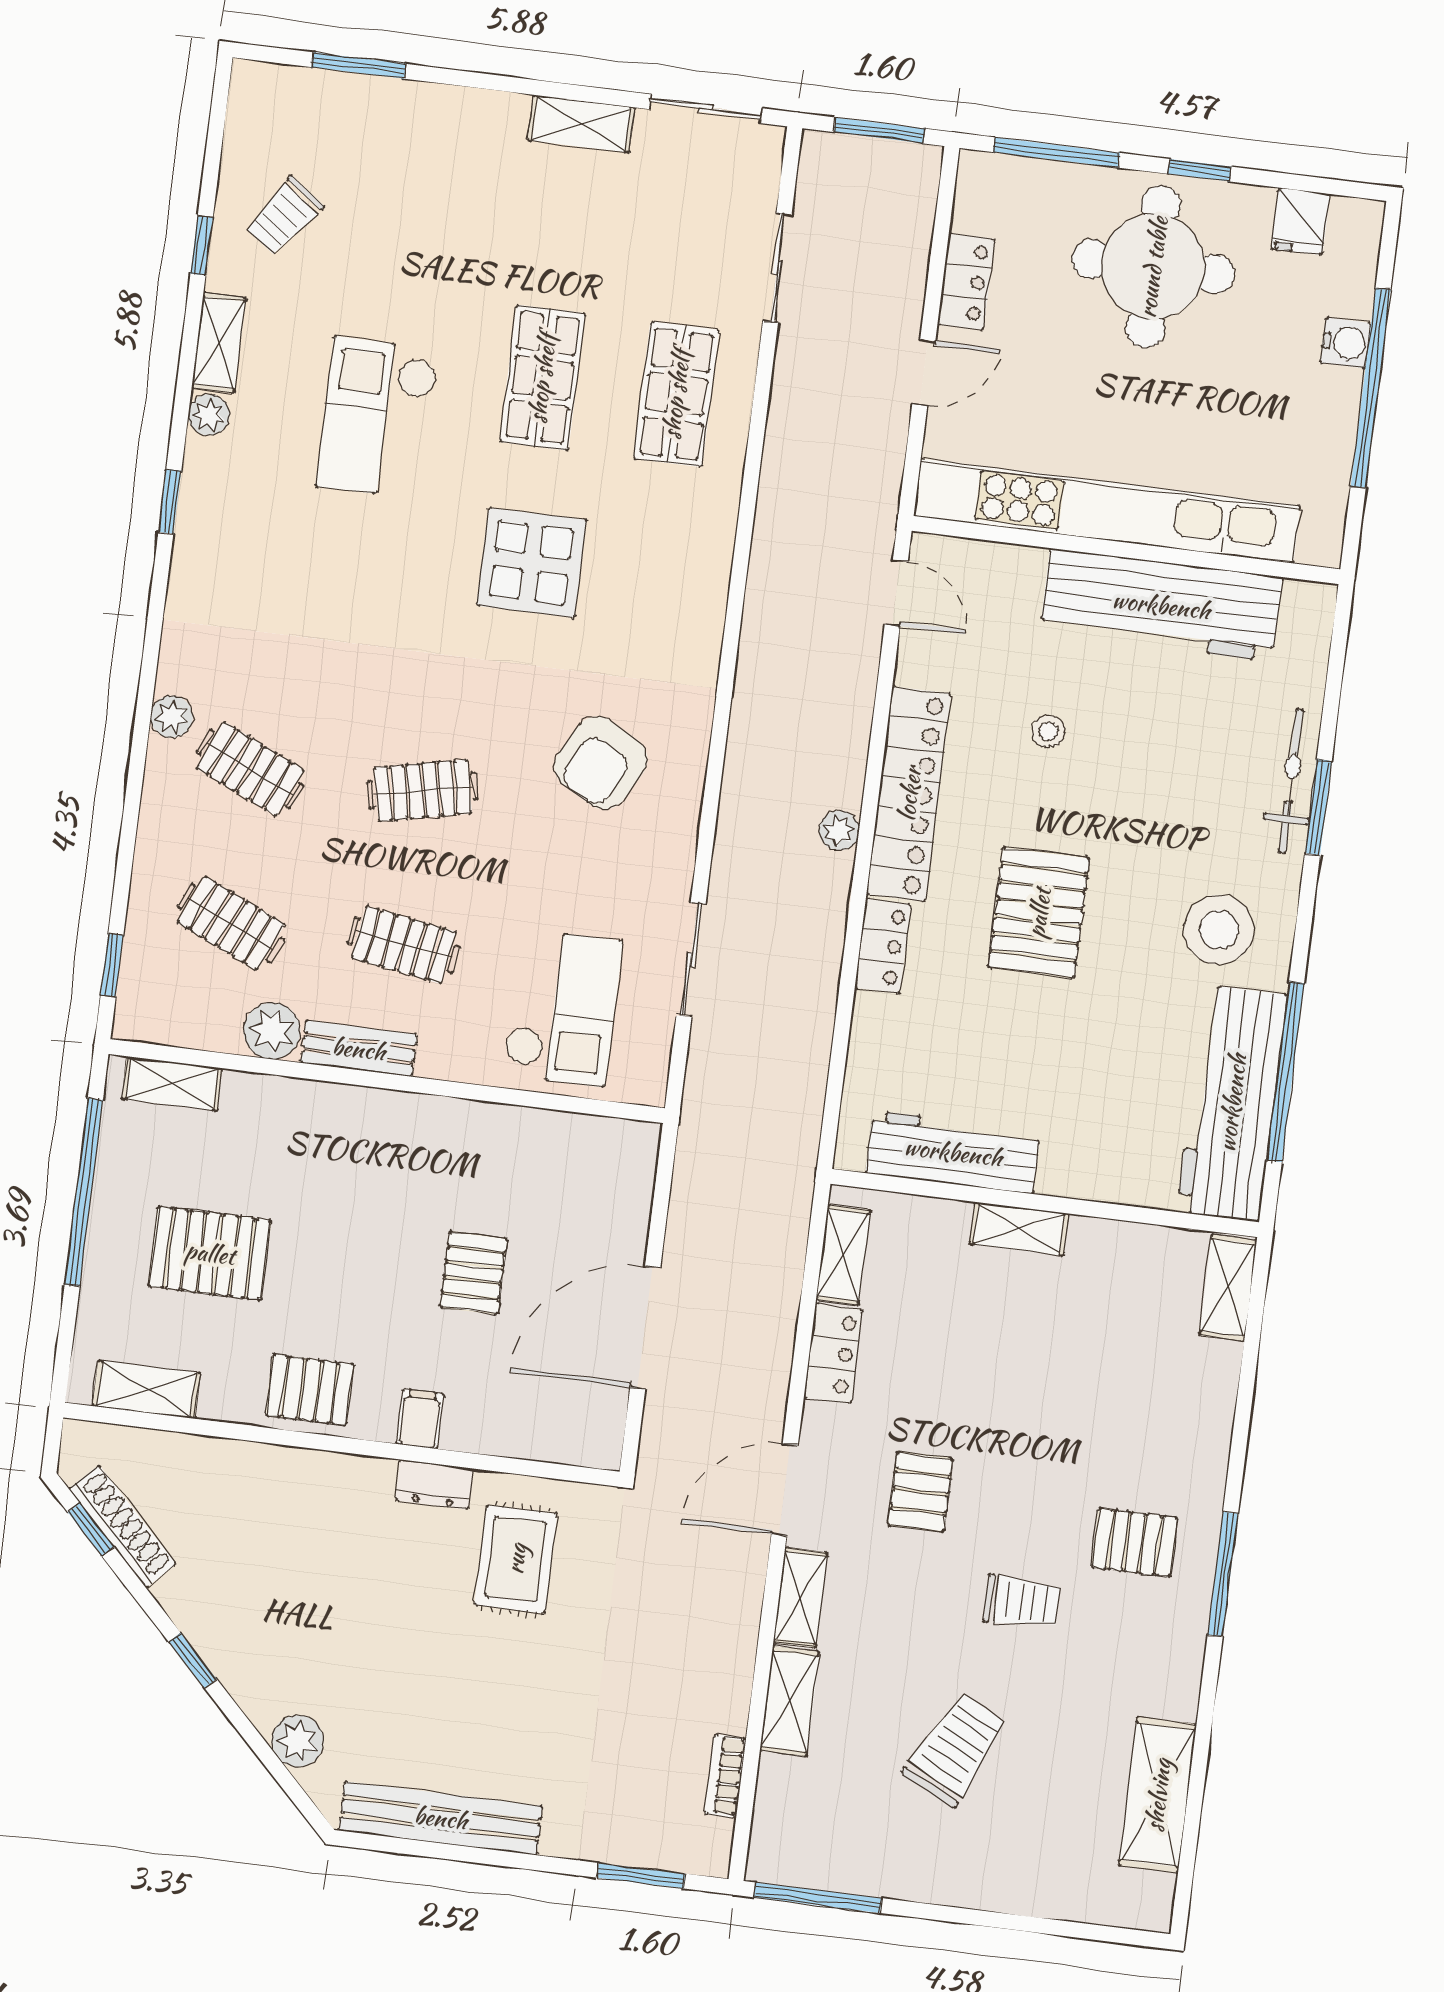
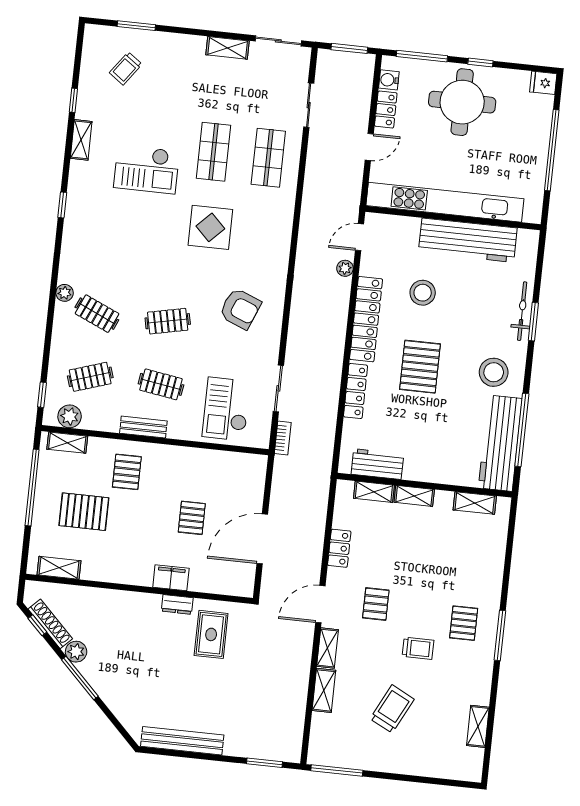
trolley: (284, 216) -> (126, 68), moved
fridge: (1300, 221) -> (543, 83), moved, turned 90
water cooler: (1346, 343) -> (389, 80), moved, turned 180
plant: (209, 415) -> (78, 169), removed
checkout: (377, 418) -> (146, 169), turned -90
door: (896, 593) -> (360, 237), swing flipped
stool: (1048, 732) -> (423, 293), width x1.89, depth x1.89
armchair: (601, 763) -> (240, 309), turned -97
plant: (839, 831) -> (345, 268), moved
clothes rail: (231, 923) -> (90, 377), turned -42
locker: (883, 946) -> (356, 391), width x1.53
checkout: (562, 1008) -> (226, 409), turned 180
plant: (272, 1031) -> (70, 416), moved
workbench: (953, 1152) -> (377, 464), width x0.73
shelving: (843, 1255) -> (374, 492), moved, turned 90
shelving: (1228, 1288) -> (475, 503), moved, turned 90
pallet: (310, 1390) -> (127, 472), moved, turned 90
filing cabinet: (420, 1419) -> (171, 578), width x2.00
pallet: (1135, 1542) -> (464, 623), turned 90
window: (193, 1660) -> (80, 678), width x2.17
plant: (298, 1741) -> (76, 652), moved
bookcase: (725, 1776) -> (283, 438), moved, turned 180
shelving: (1158, 1795) -> (478, 726), width x0.67, depth x0.75

